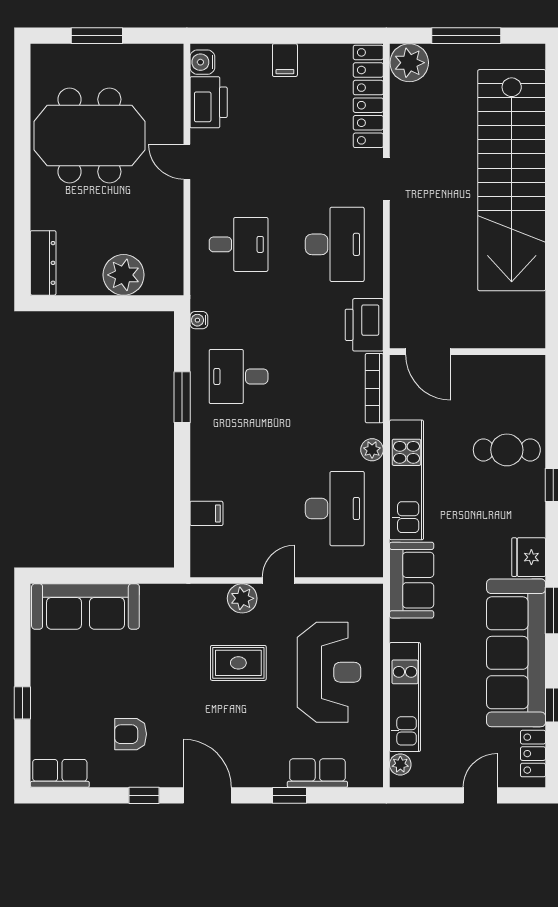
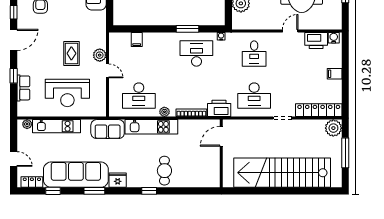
door: (428, 352) -> (221, 136), moved
wall: (468, 352) -> (221, 153), moved
desk: (239, 376) -> (196, 54), width x1.37

